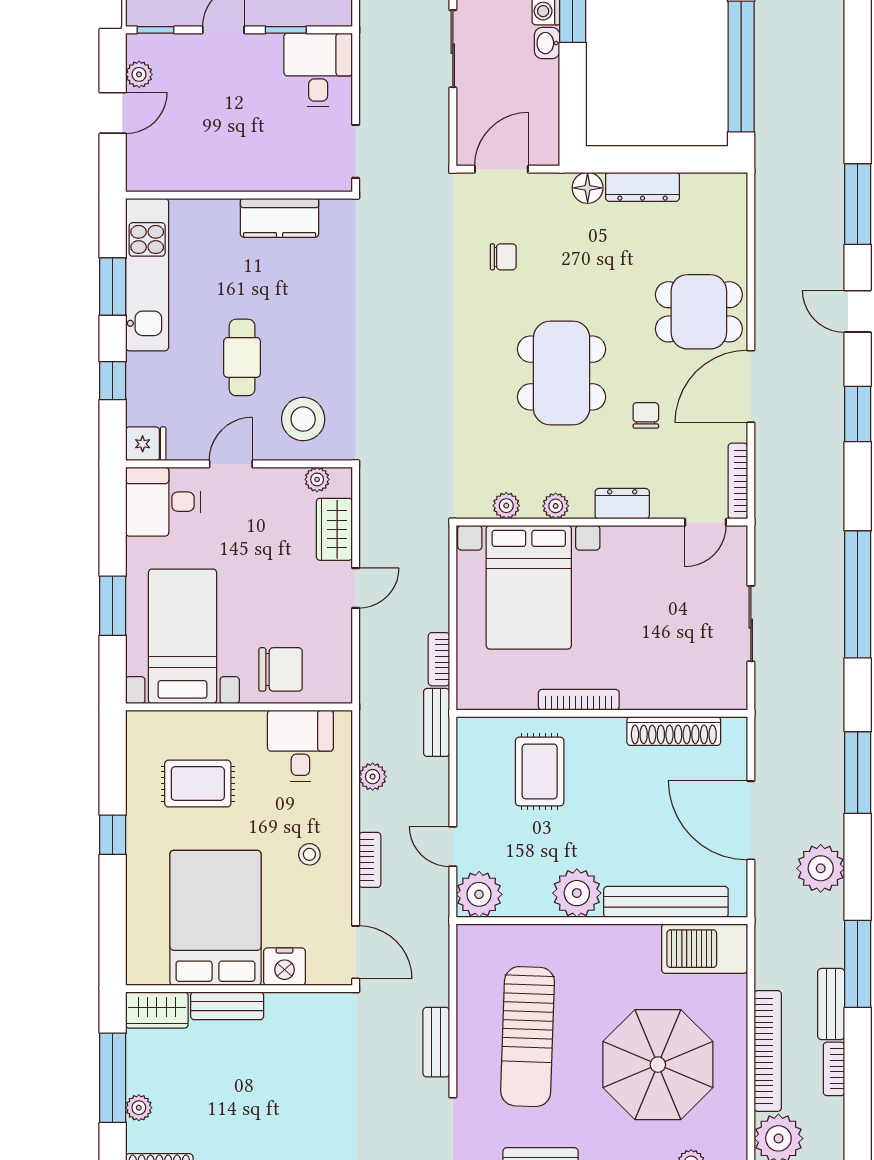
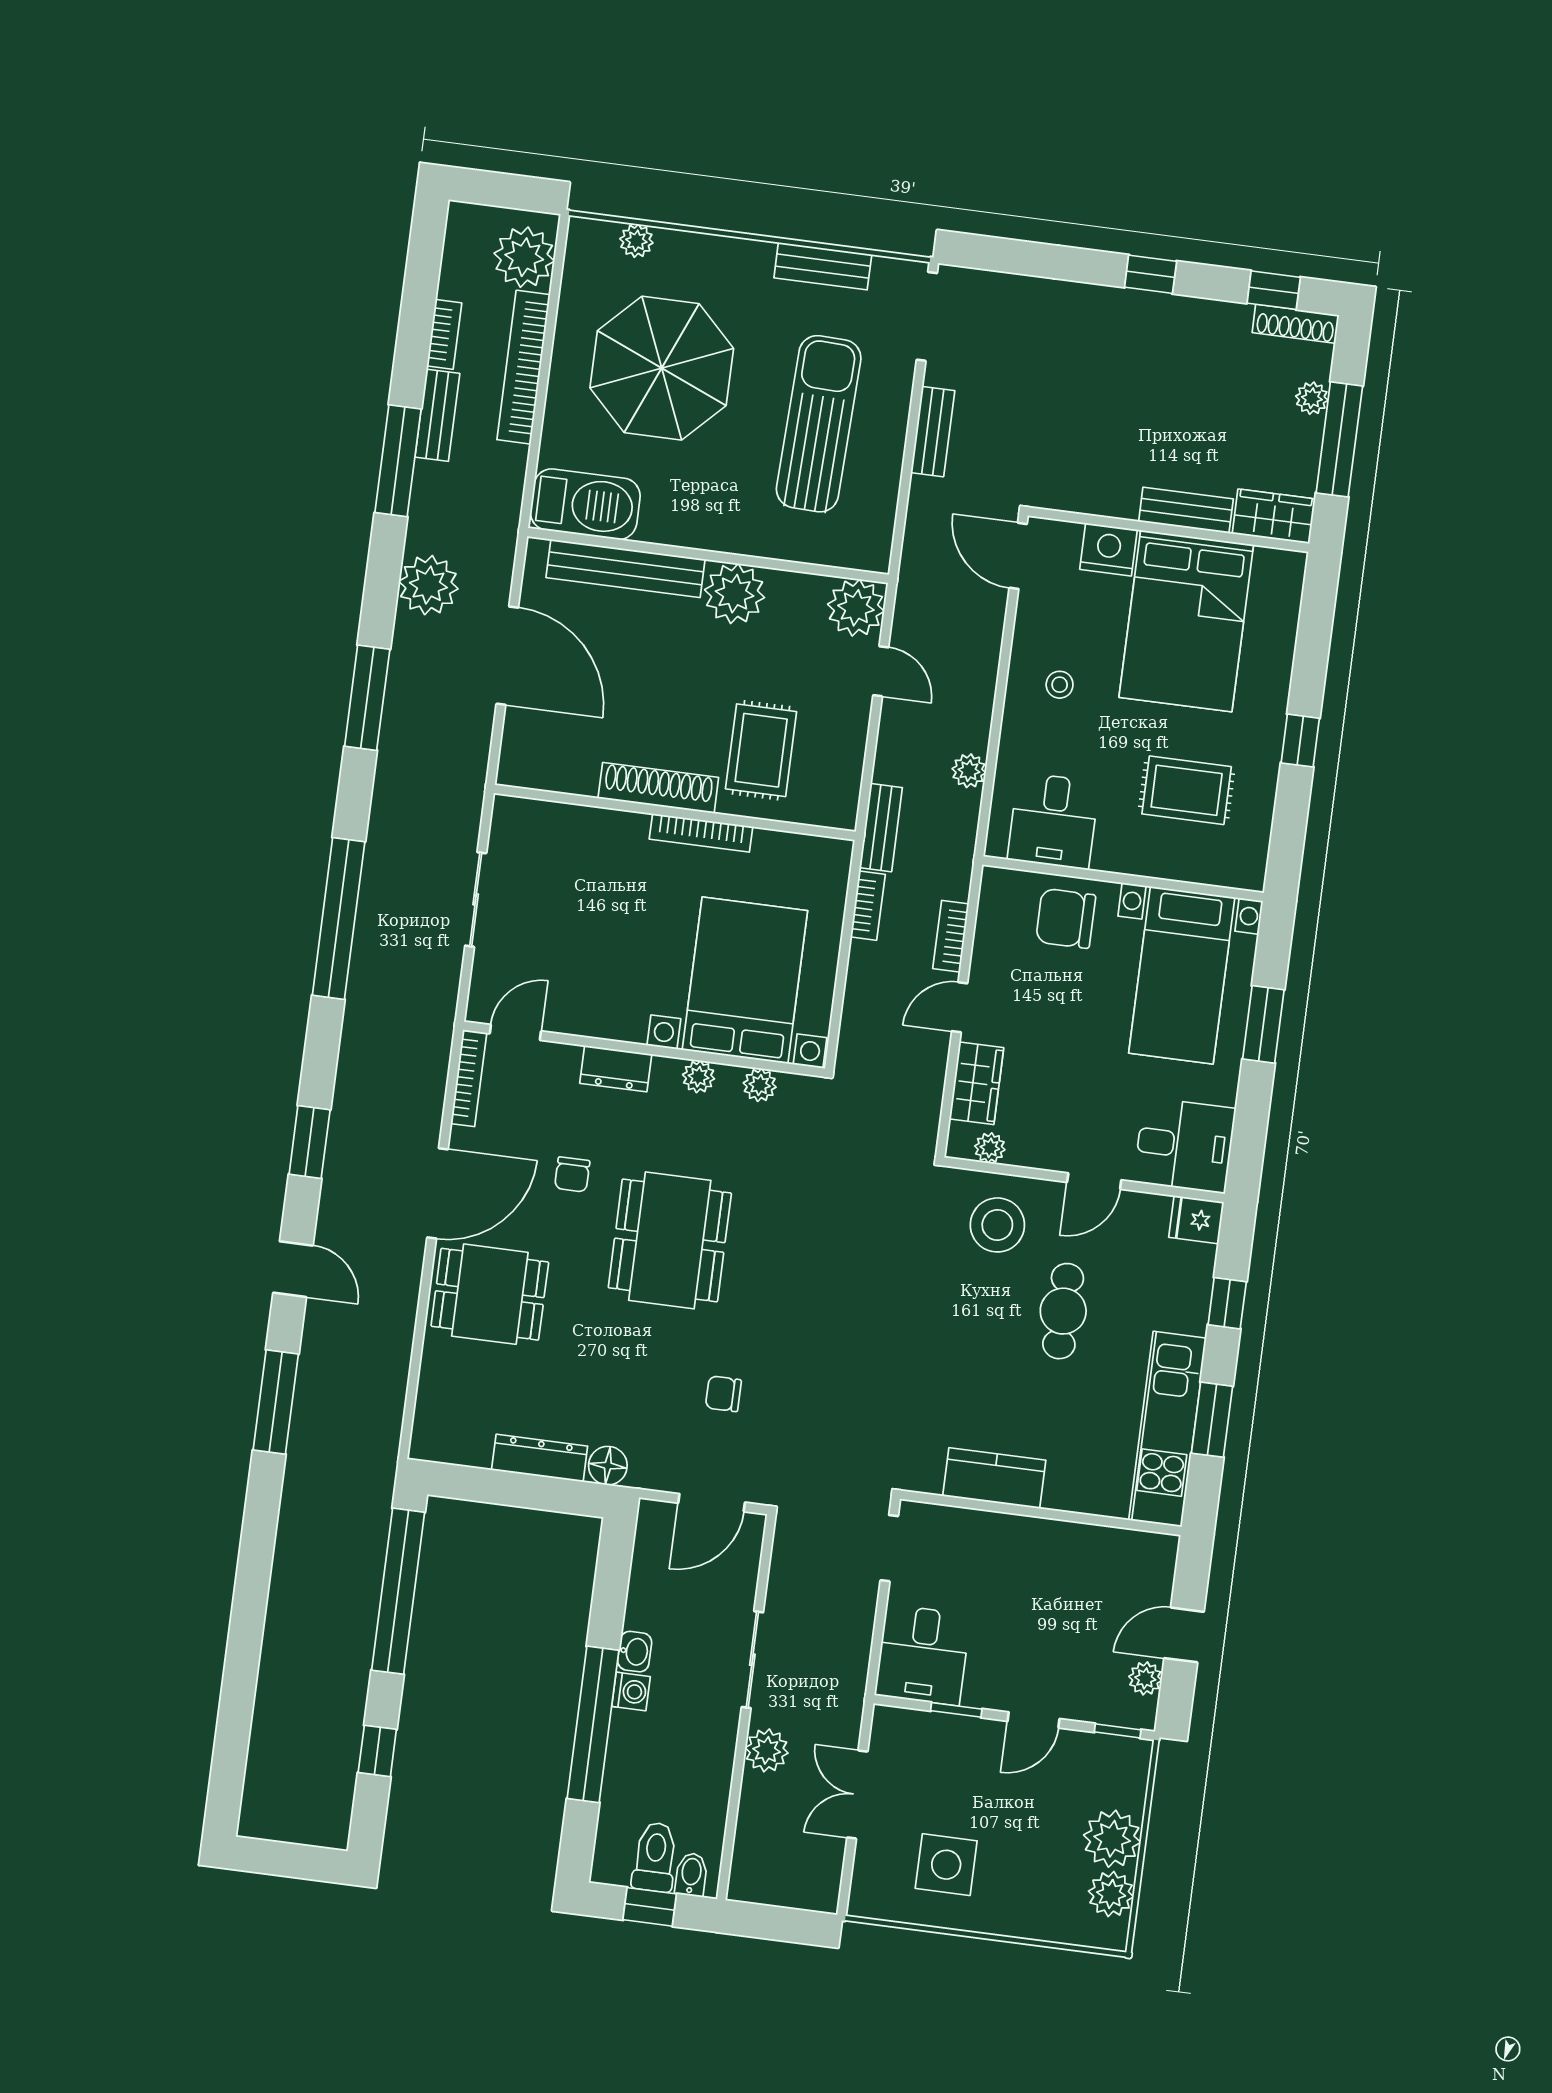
shoe rack: (674, 731) -> (658, 788), moved
bookcase: (370, 860) -> (951, 936), moved

